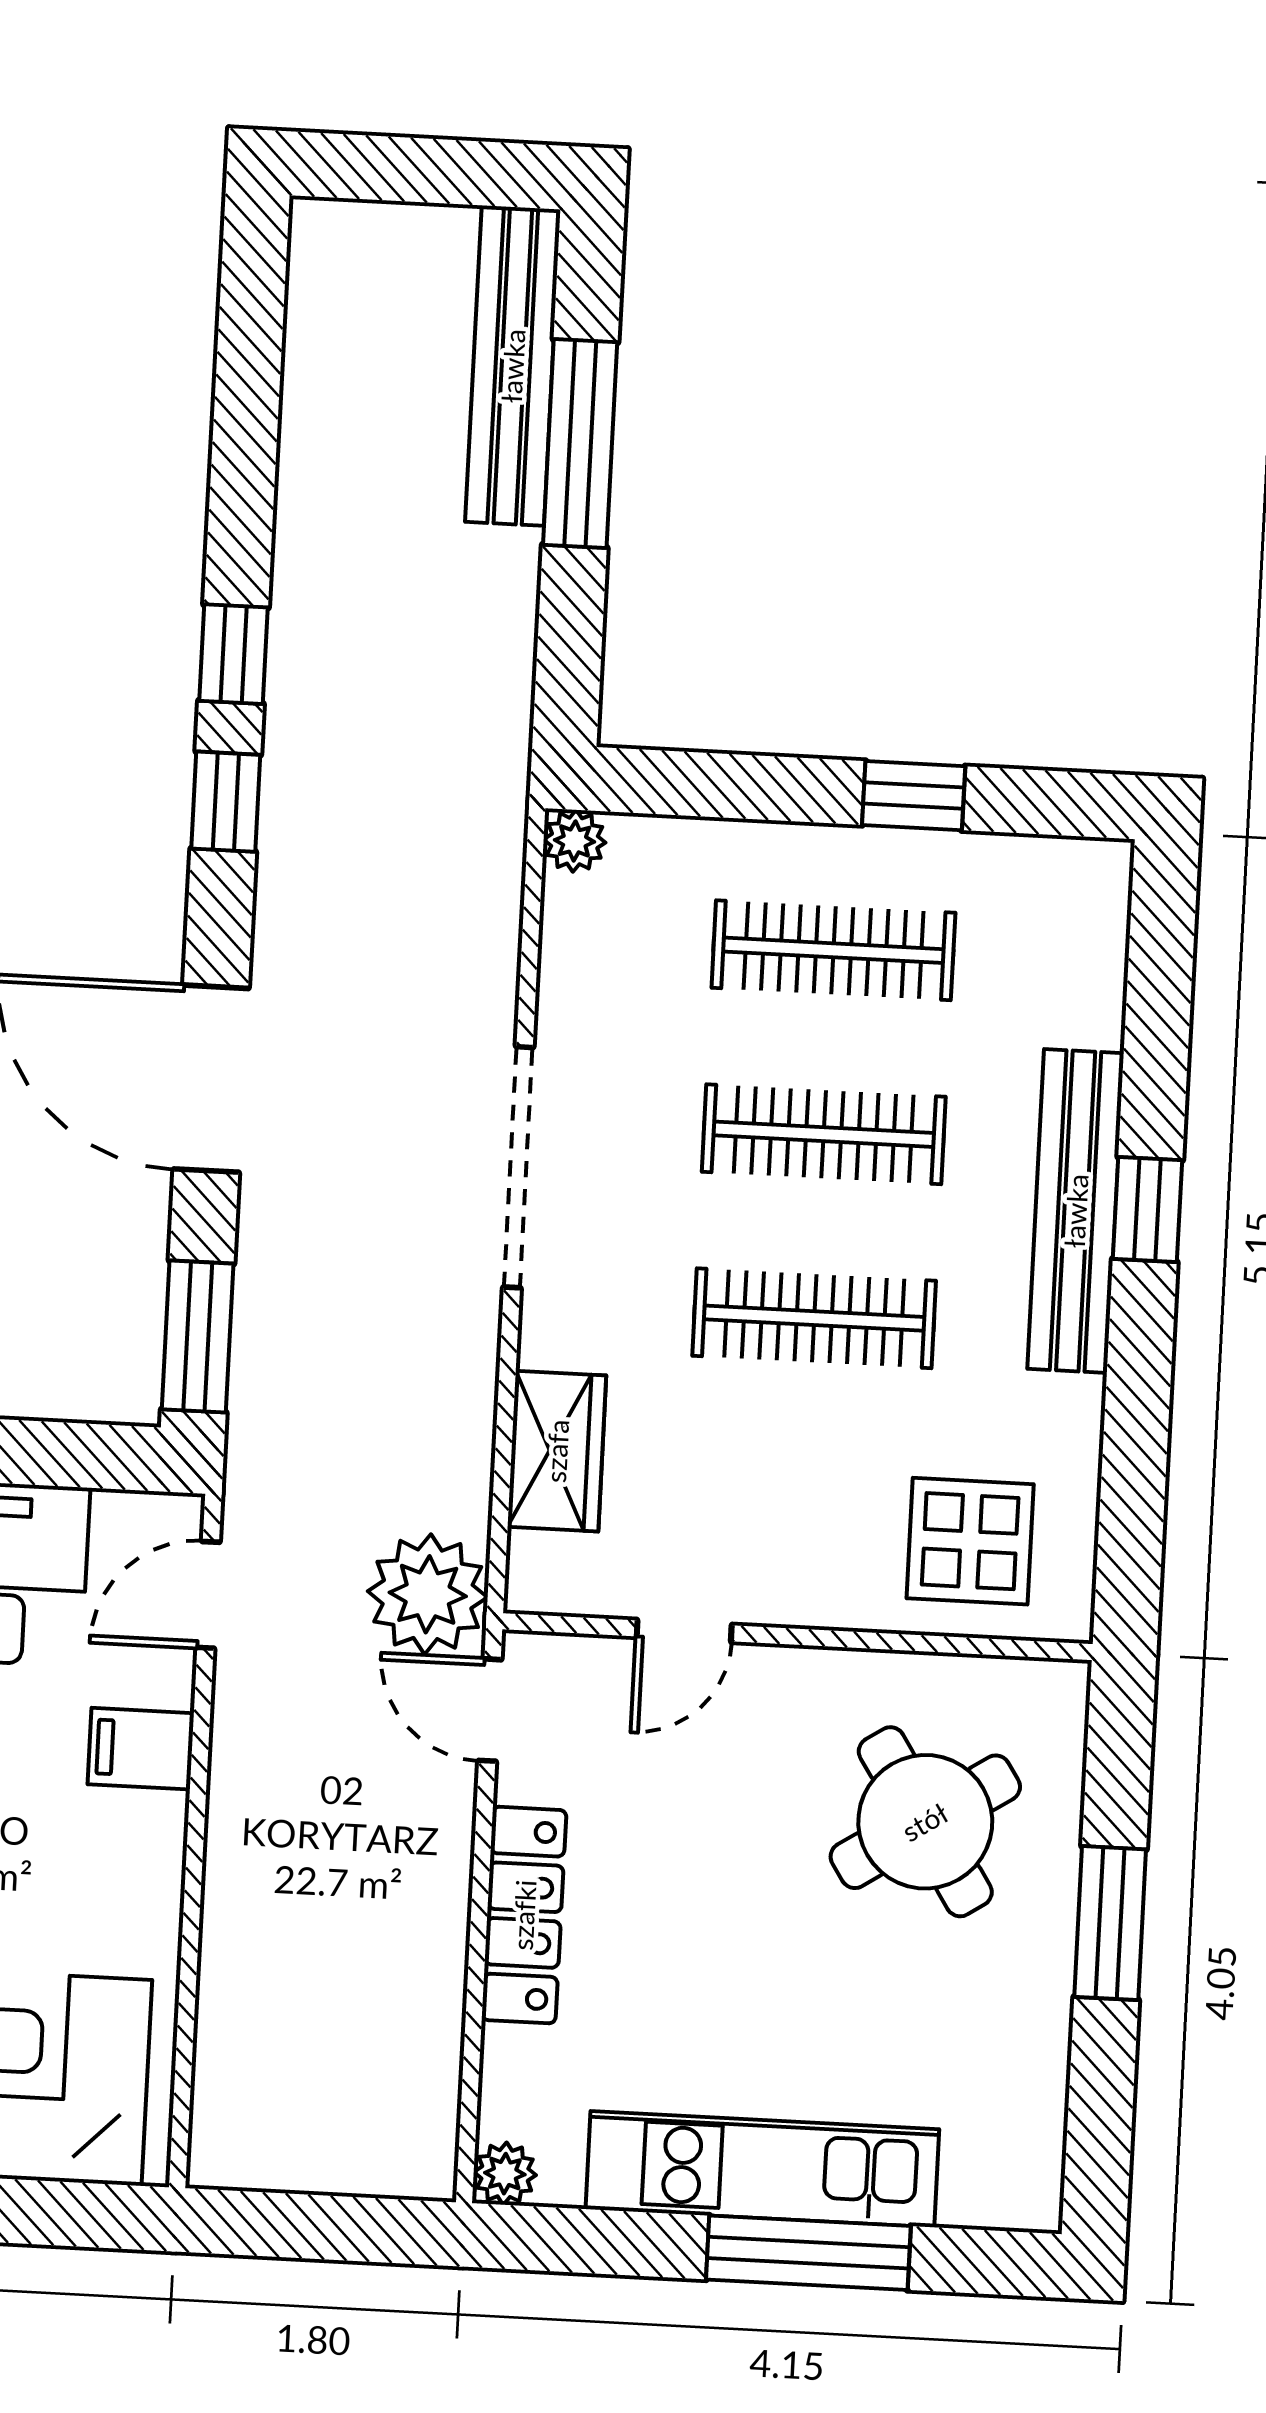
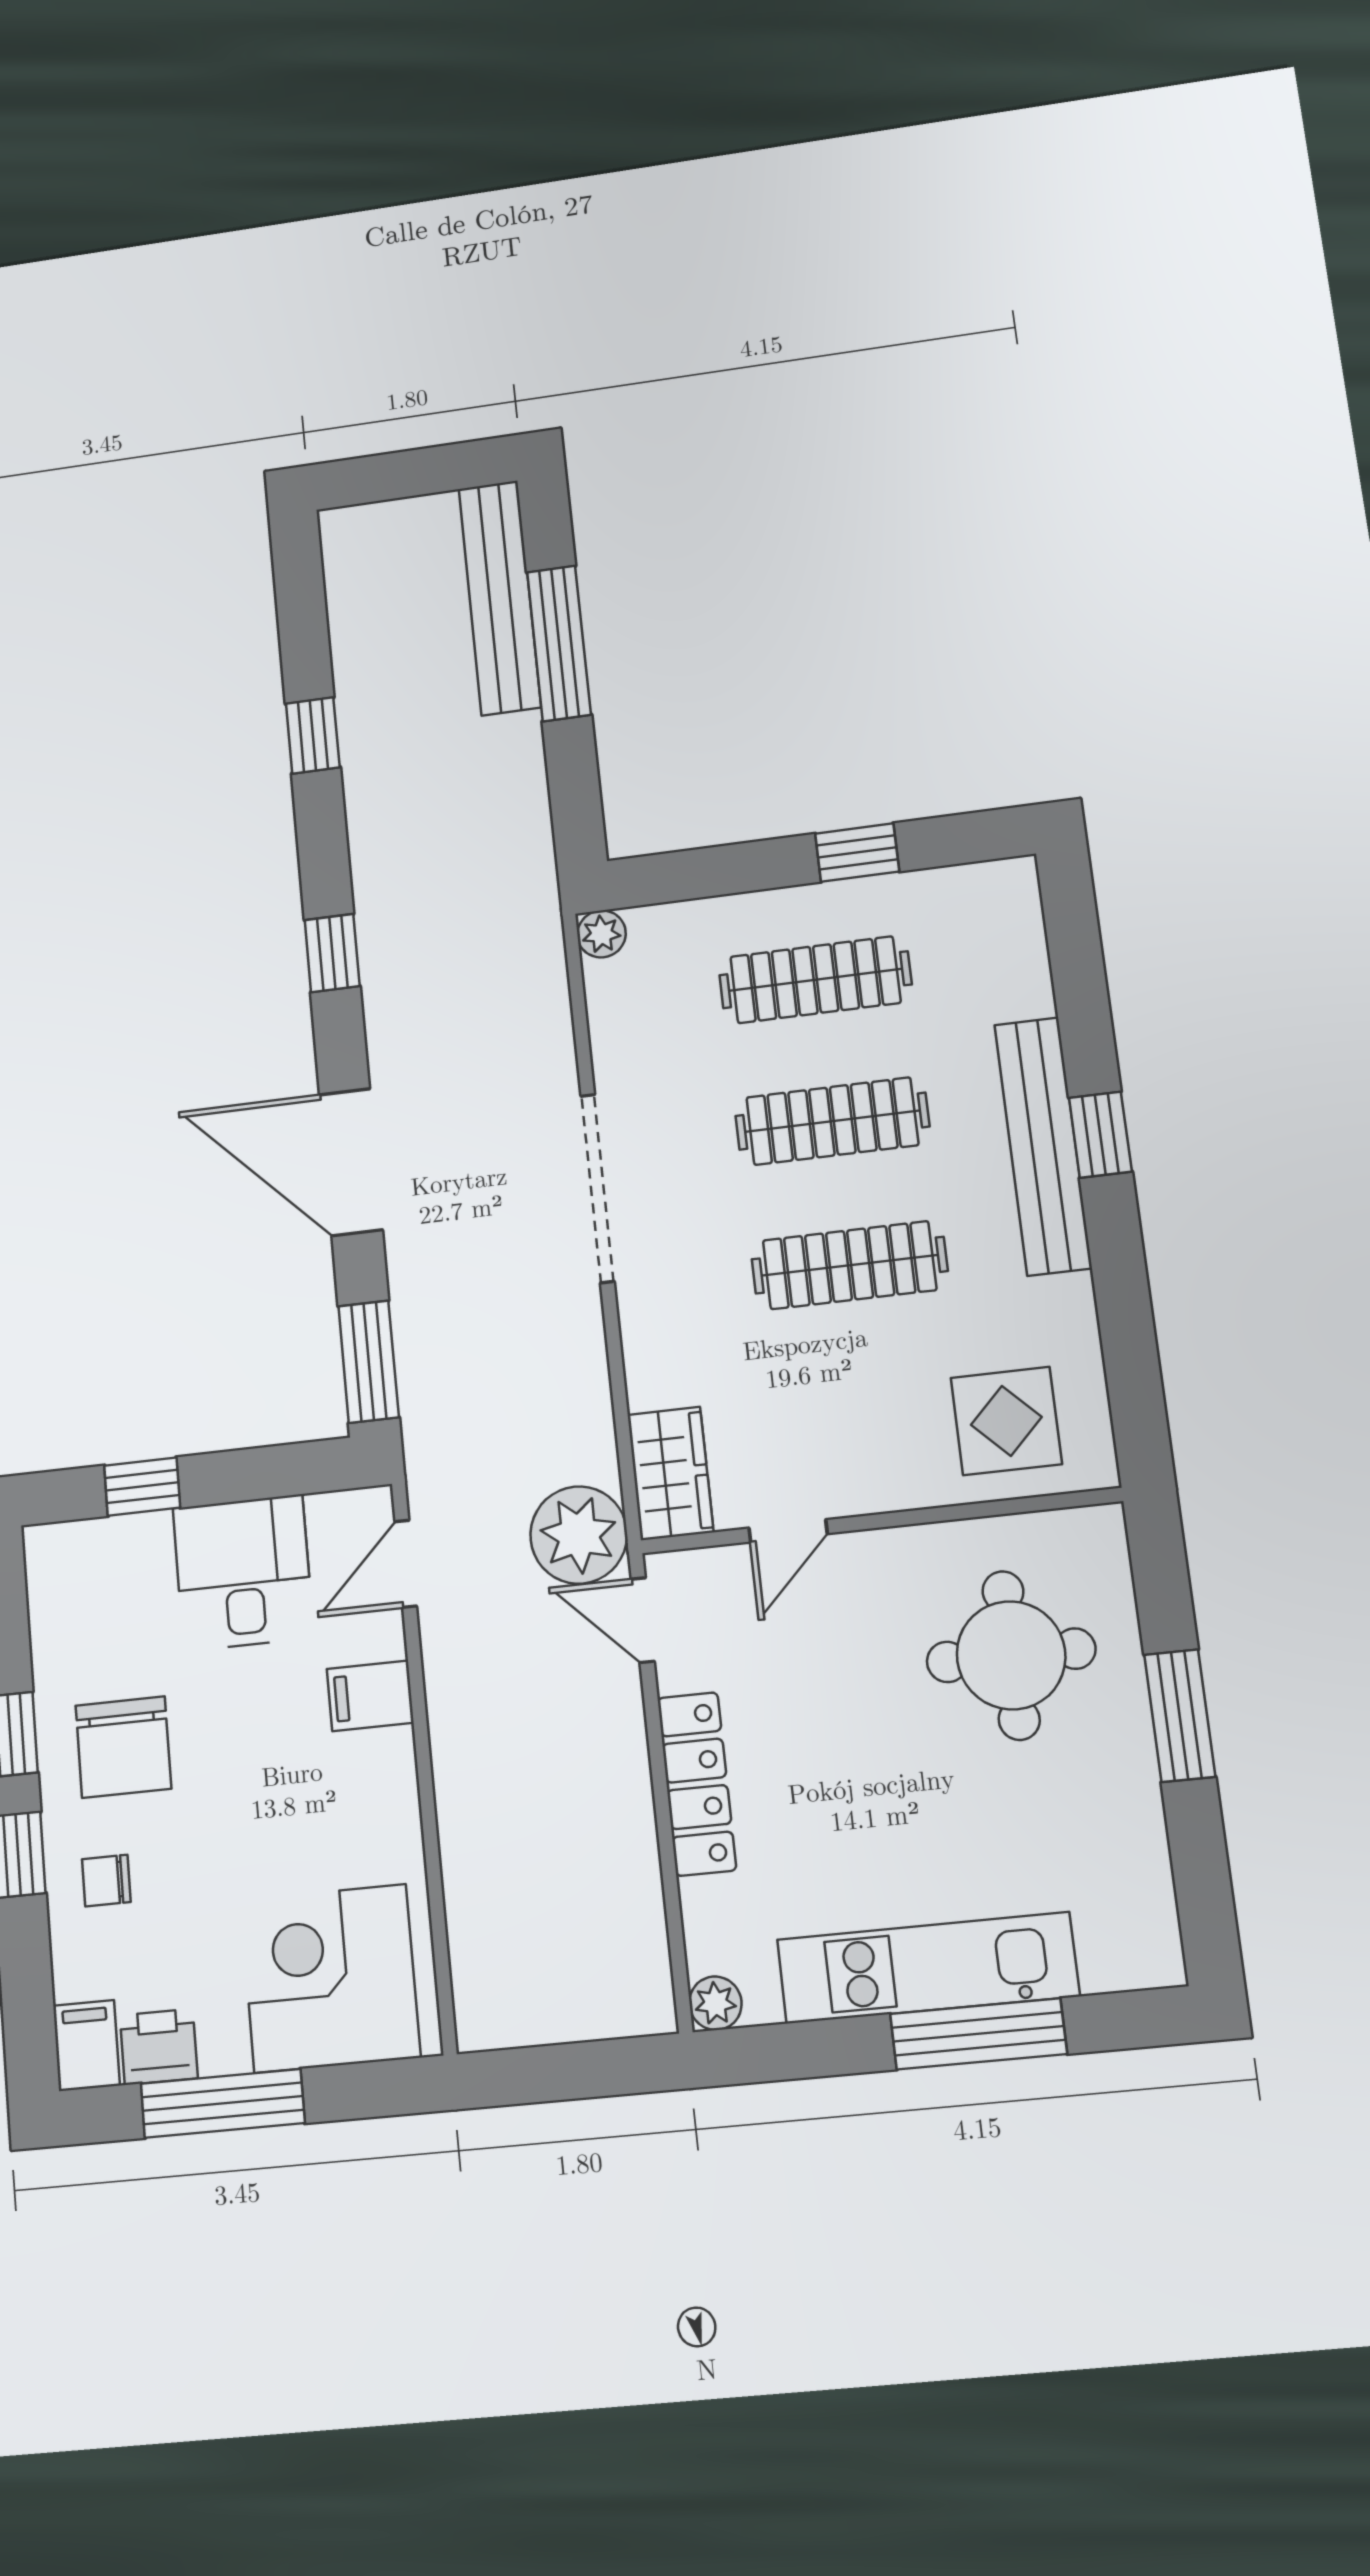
window: (233, 654) -> (313, 735), moved
wardrobe: (557, 1451) -> (670, 1473), moved
round table: (925, 1822) -> (1011, 1655), turned 33

